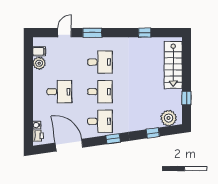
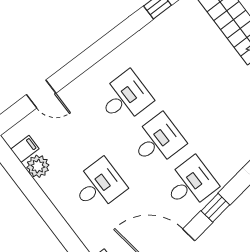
door: (65, 33) -> (41, 94), swing flipped
window: (92, 33) -> (82, 63), removed
window: (113, 139) -> (215, 208), moved

